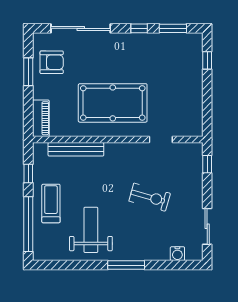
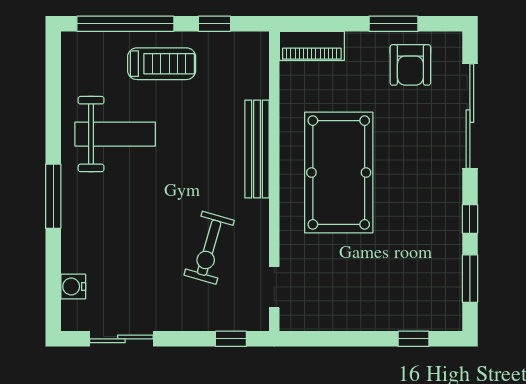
doorway: (161, 140) -> (274, 287), moved
bench: (76, 149) -> (257, 149), moved
exercise bike: (150, 197) -> (209, 248), moved

